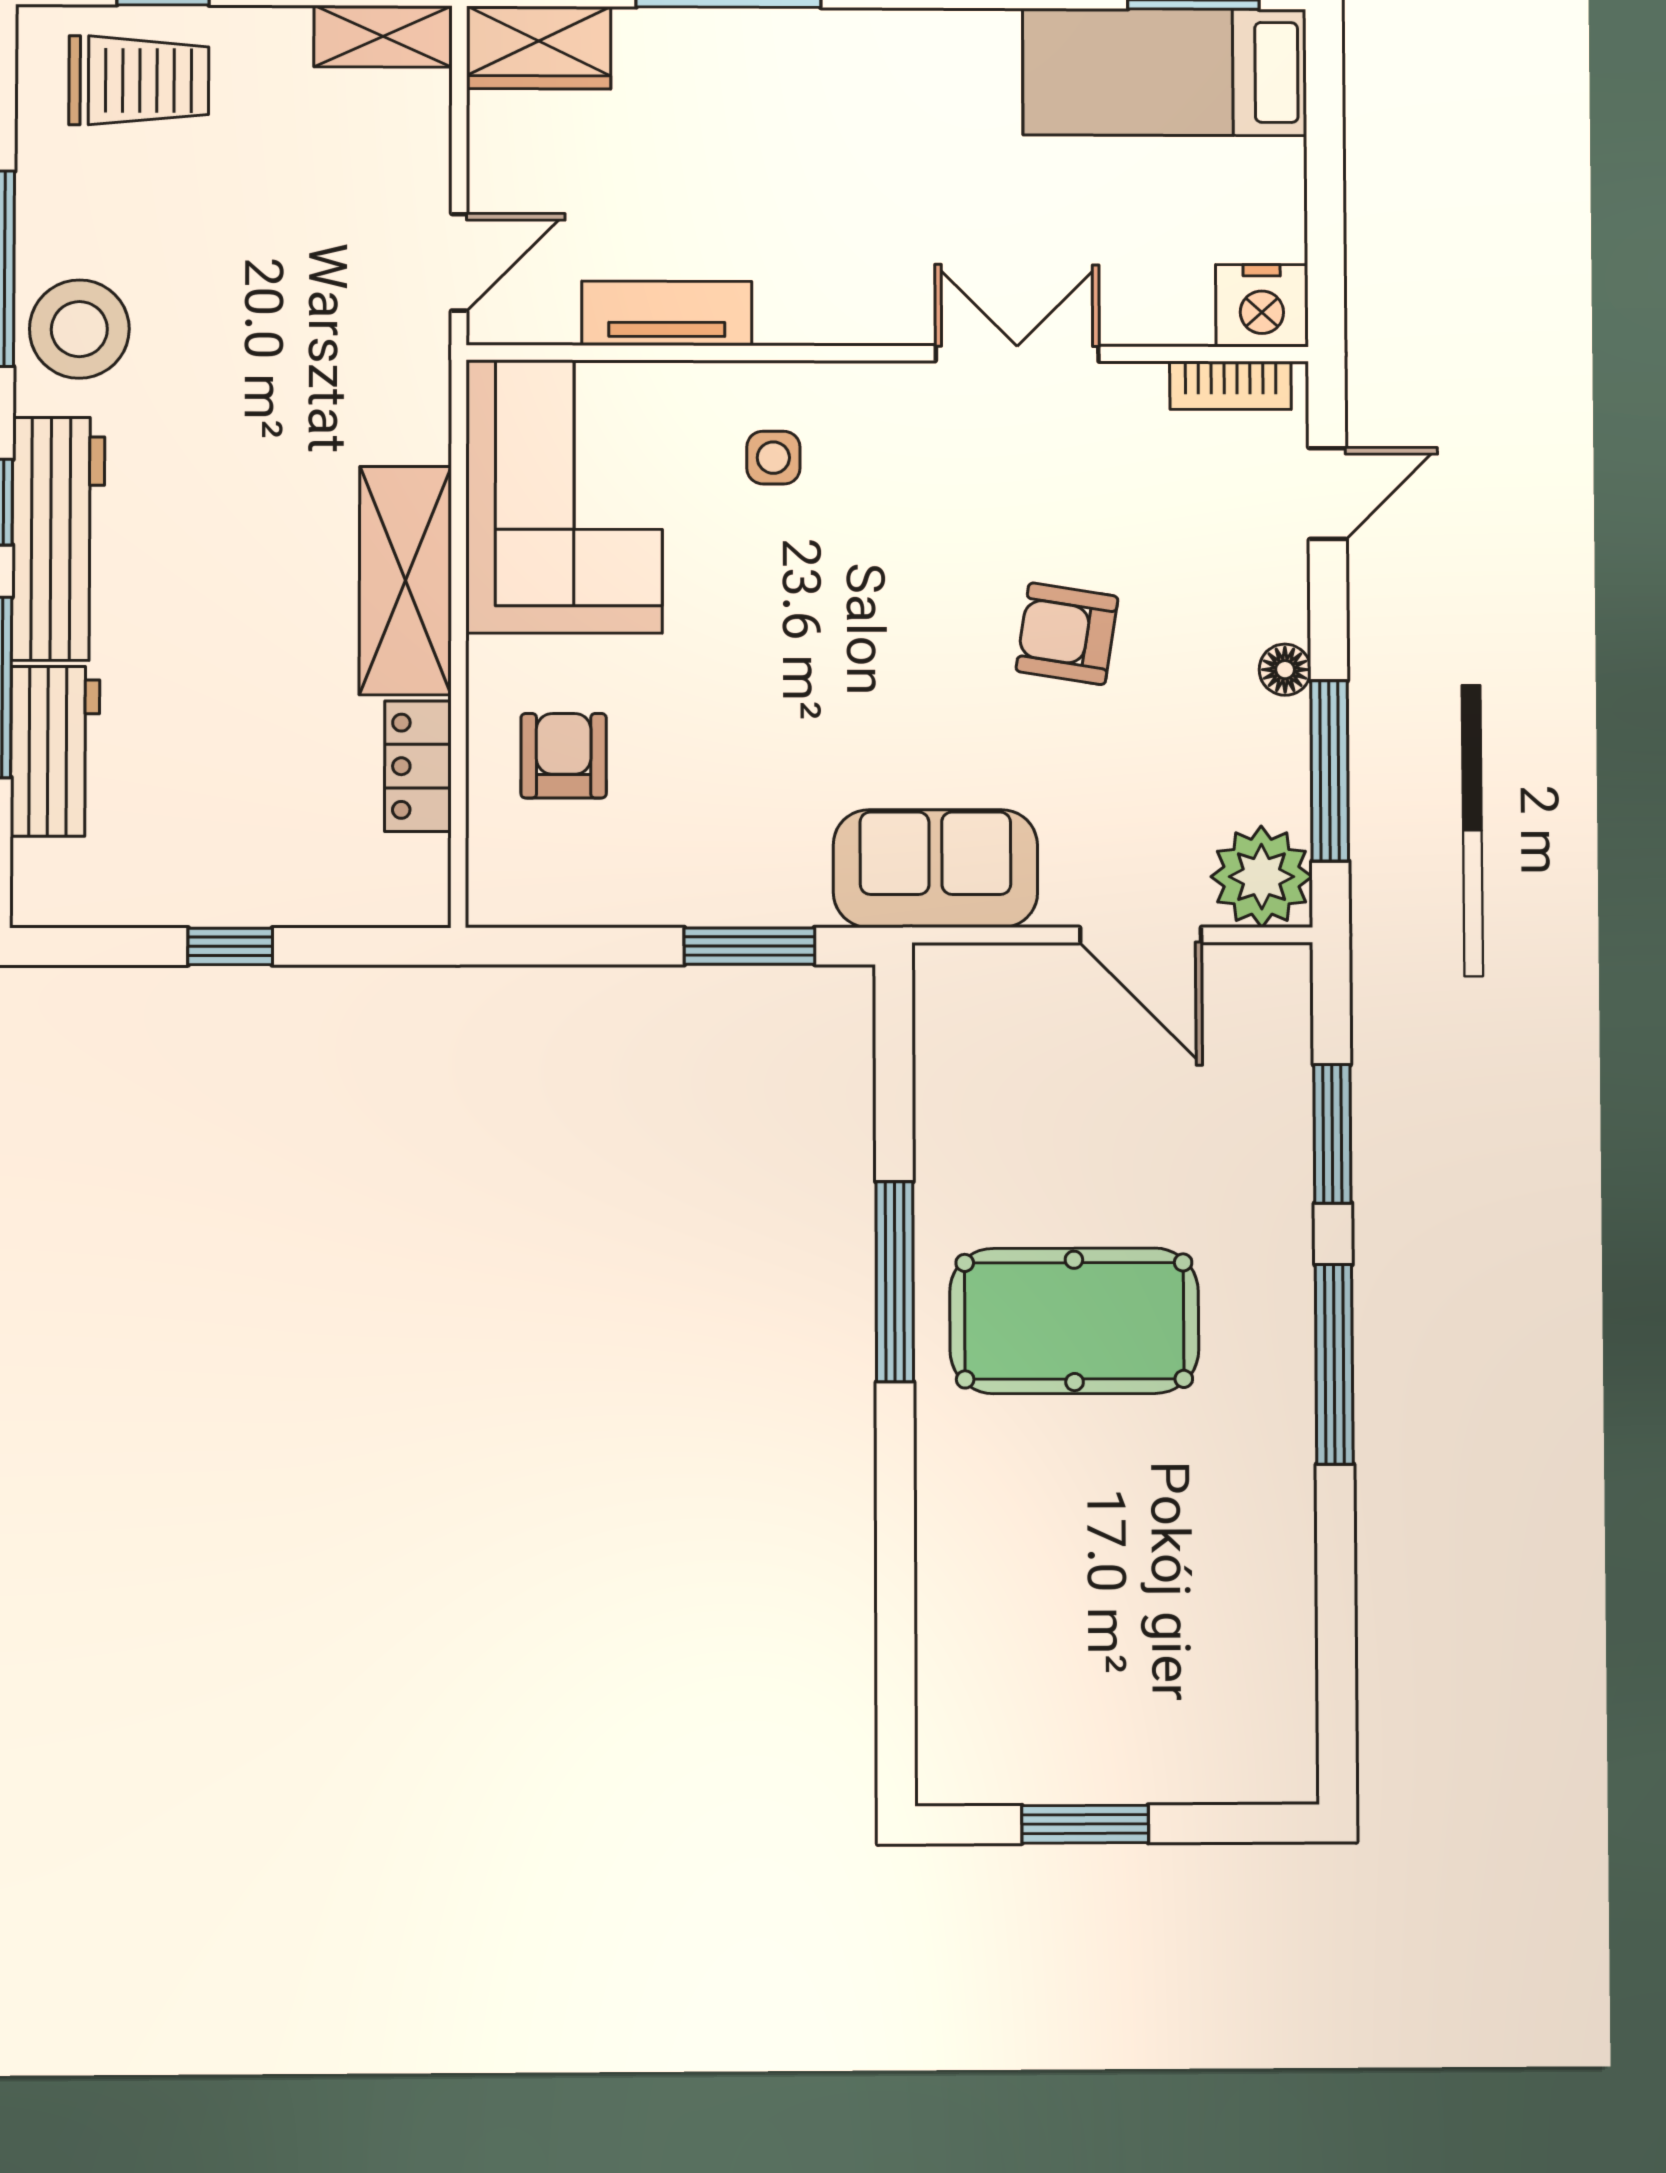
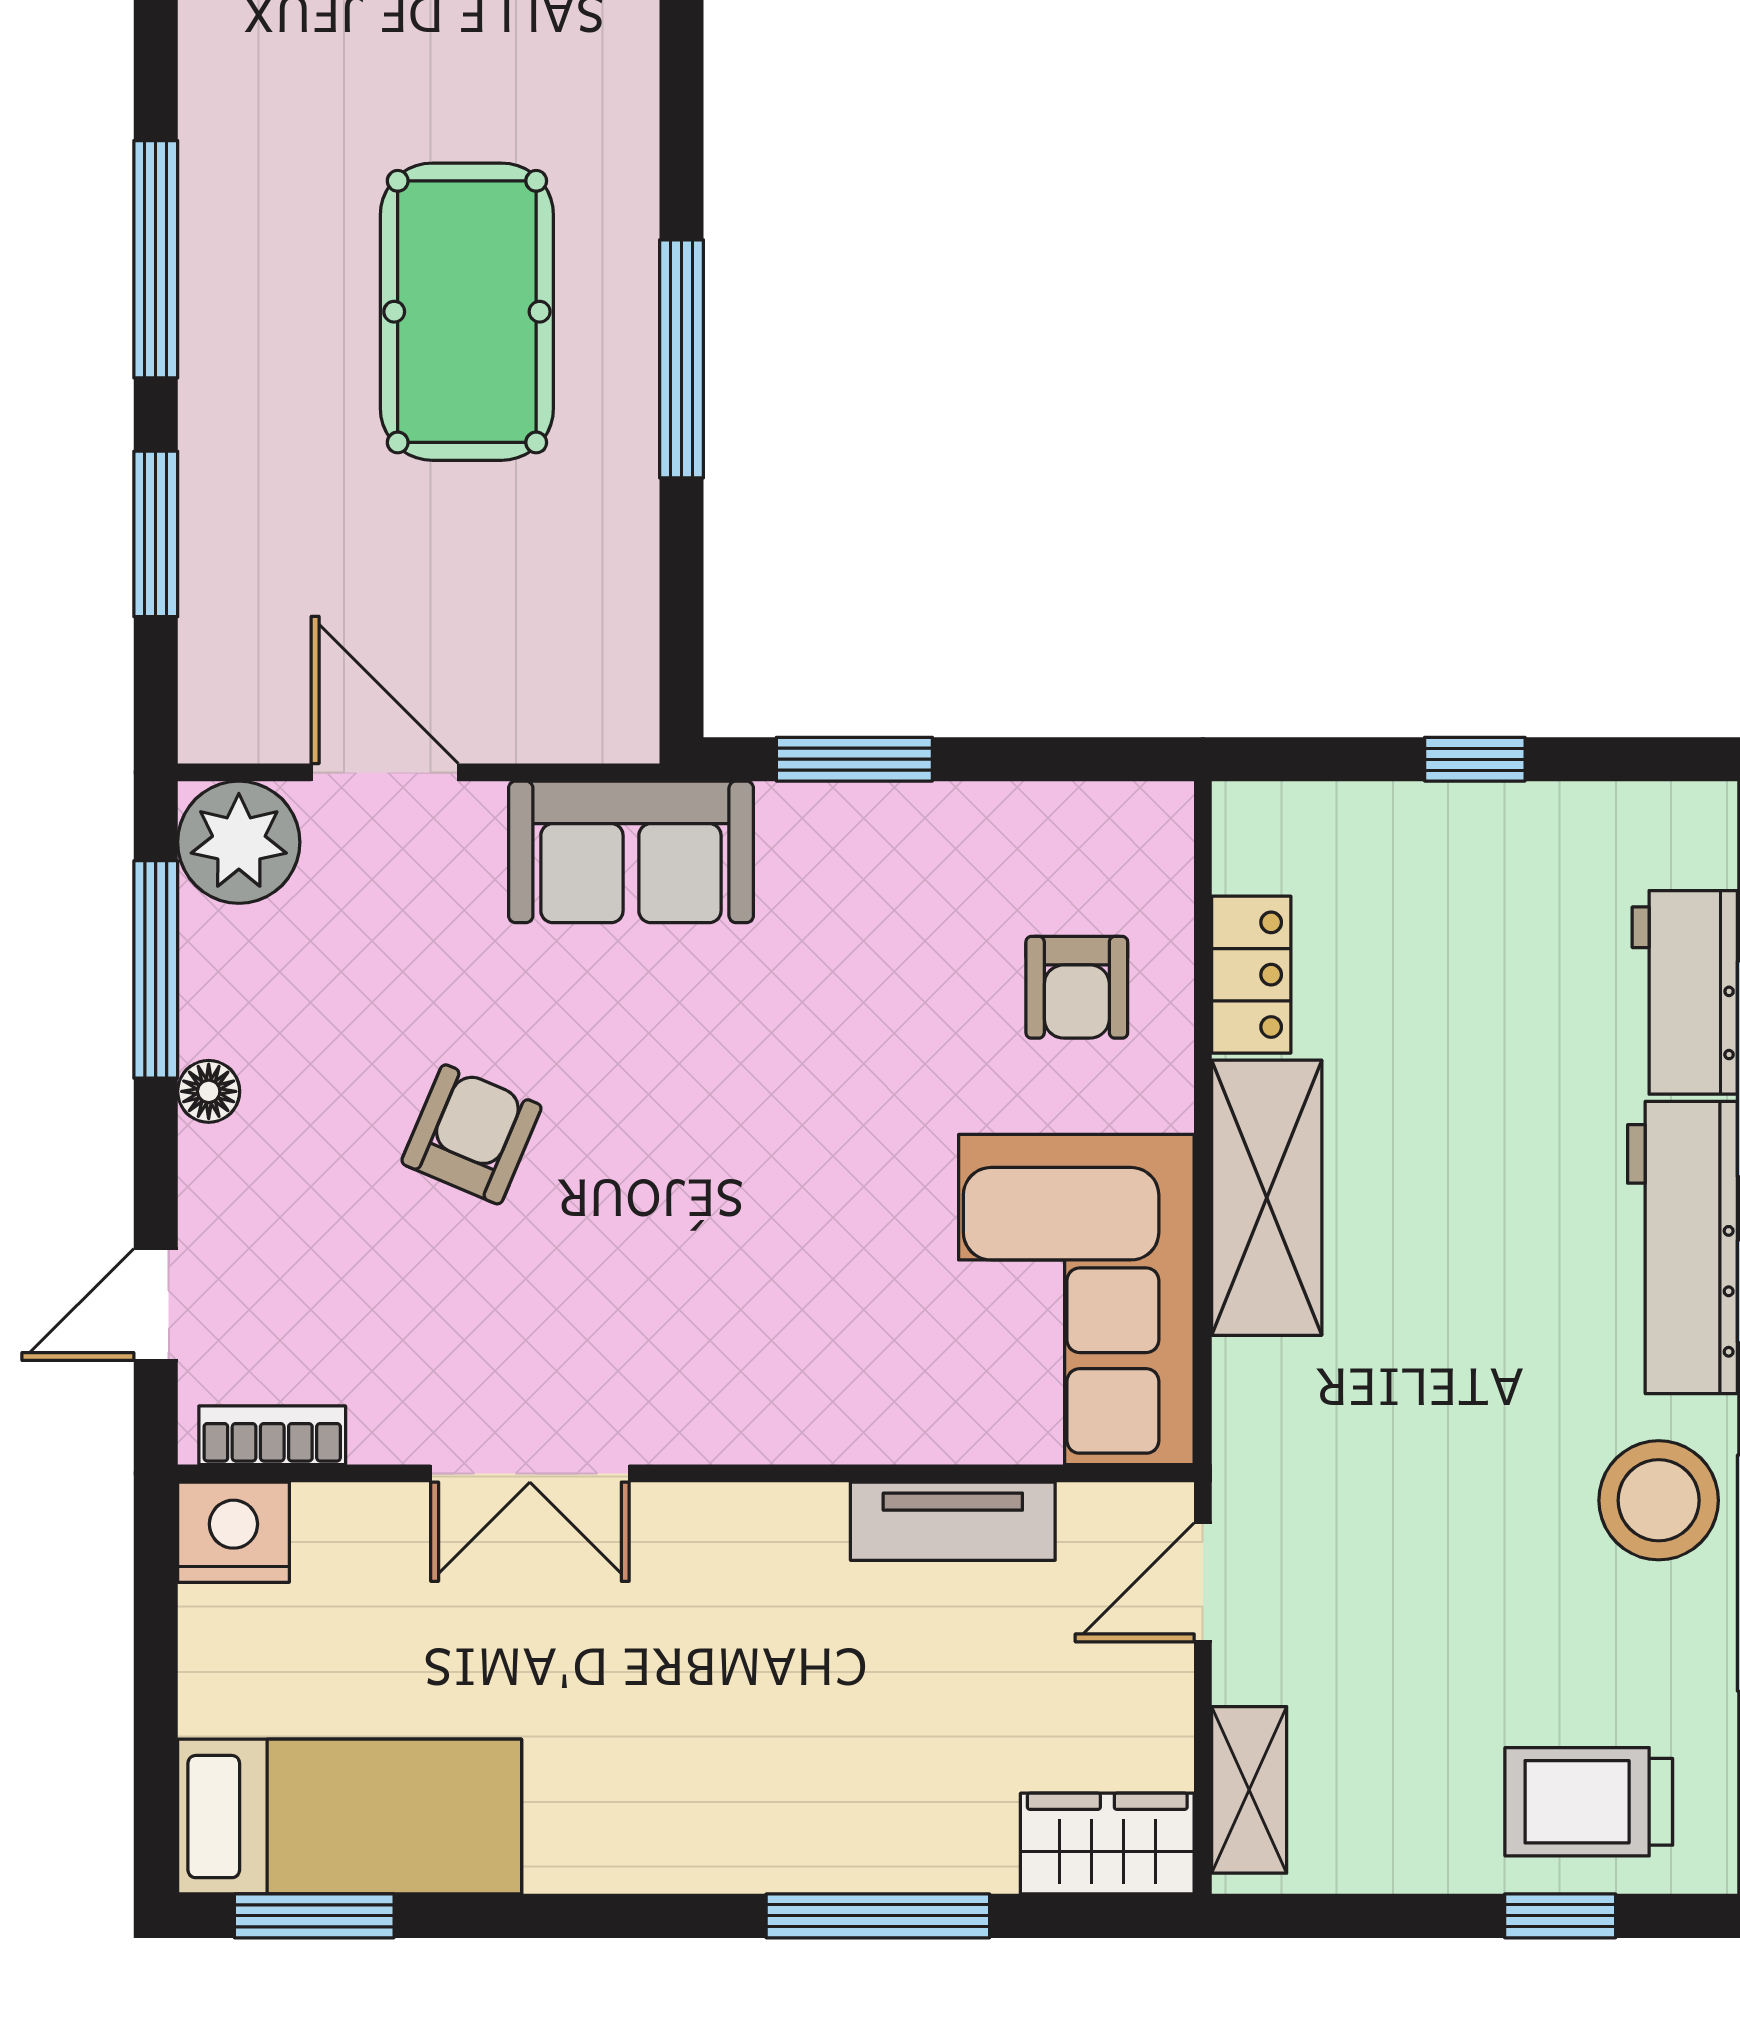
shelving: (383, 36) -> (1249, 1790), moved, turned 90
side table: (773, 458) -> (825, 1347), removed
armchair: (1067, 634) -> (471, 1134), turned -76
pool table: (1074, 1321) -> (467, 312), turned 90

